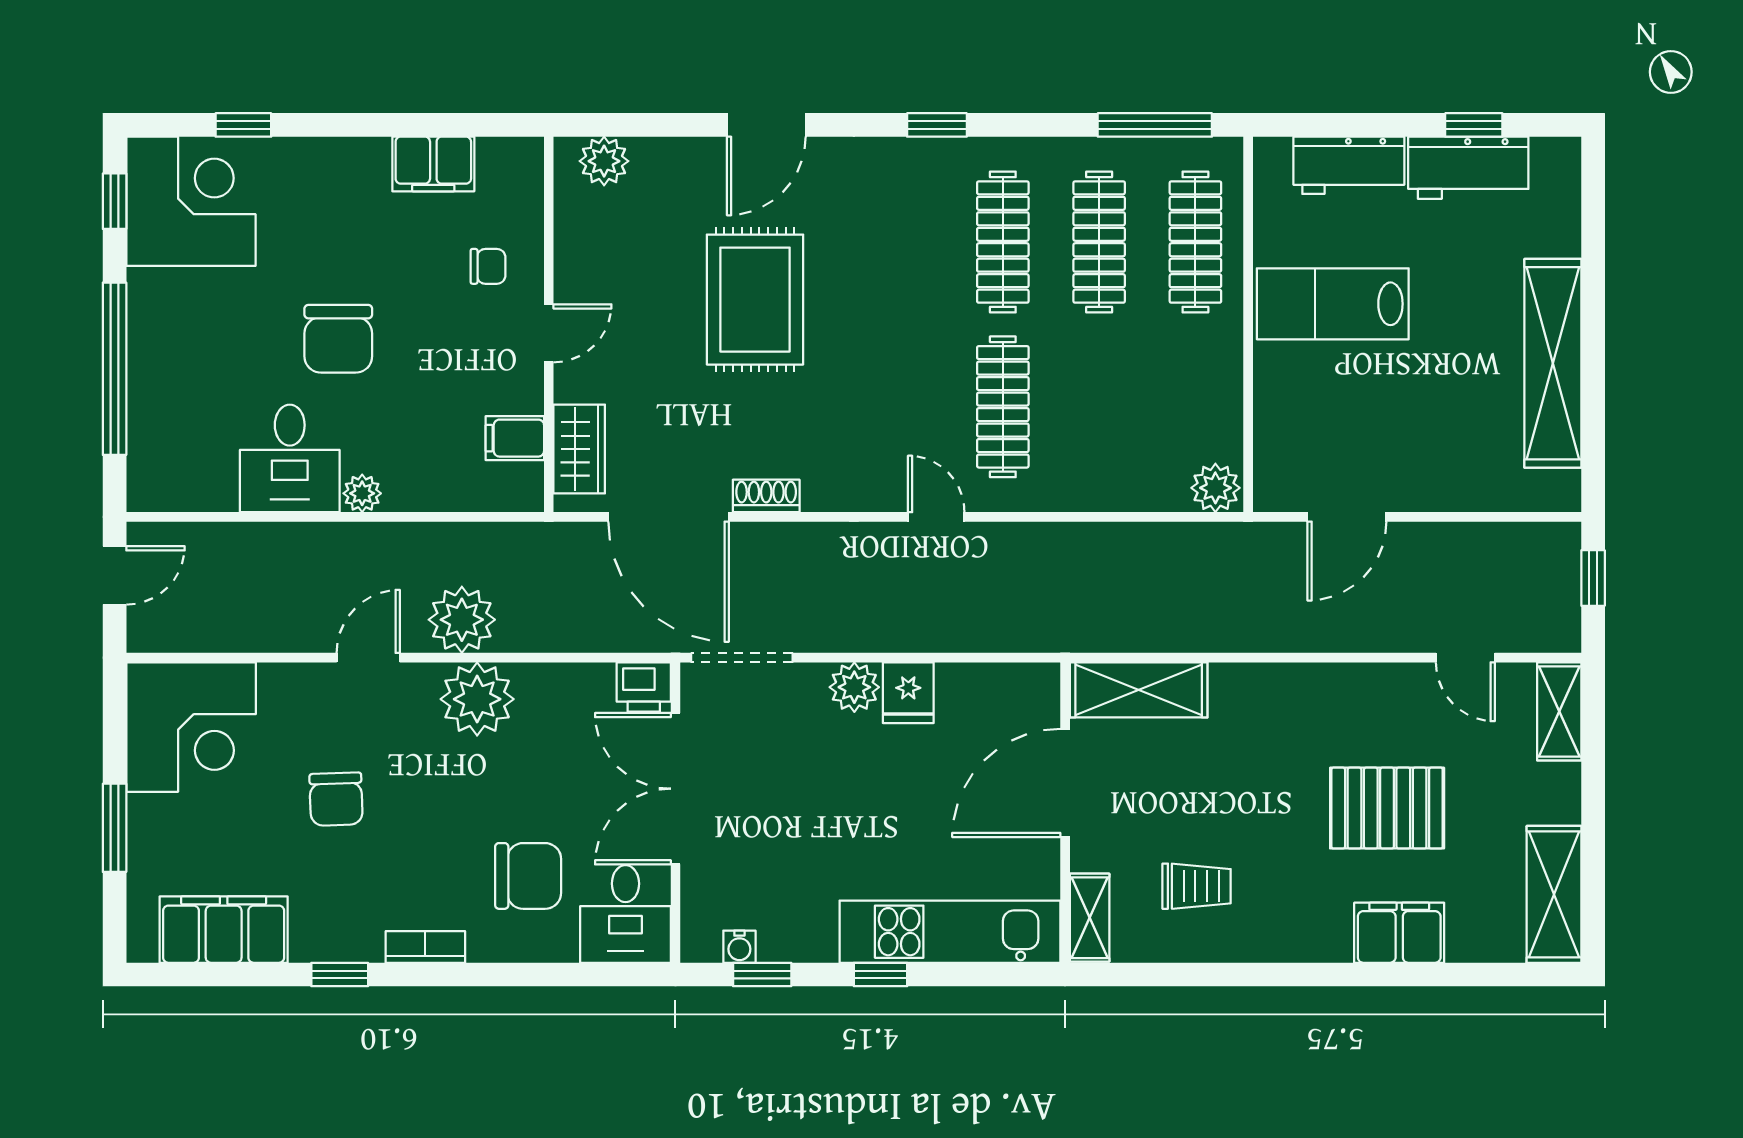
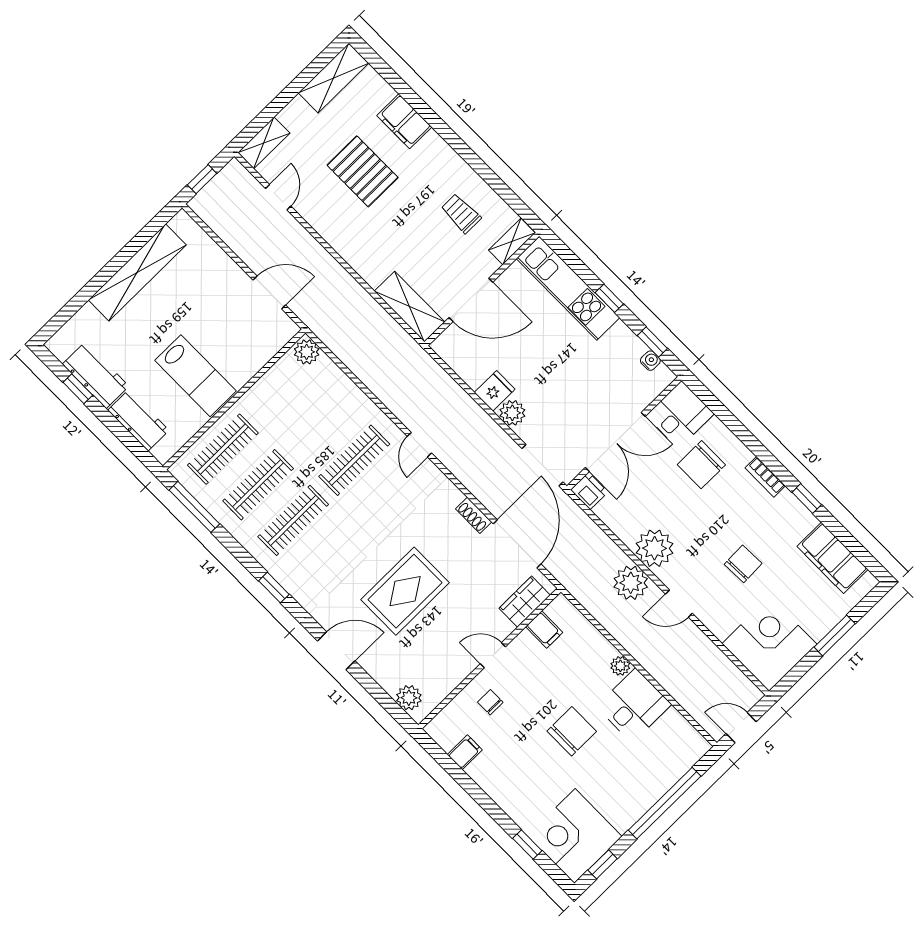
filing cabinet: (433, 164) -> (465, 752), width x0.50
chair: (528, 876) -> (701, 465), turned -90

